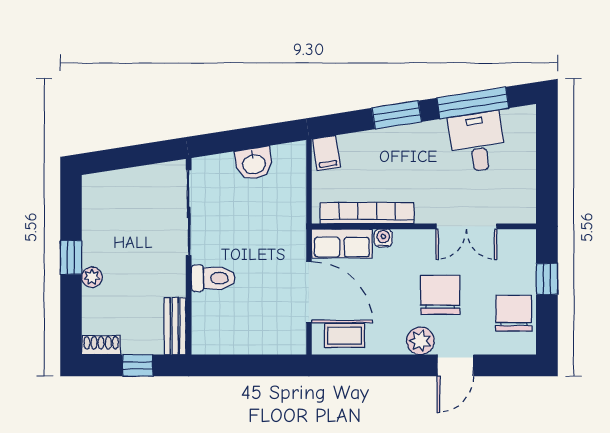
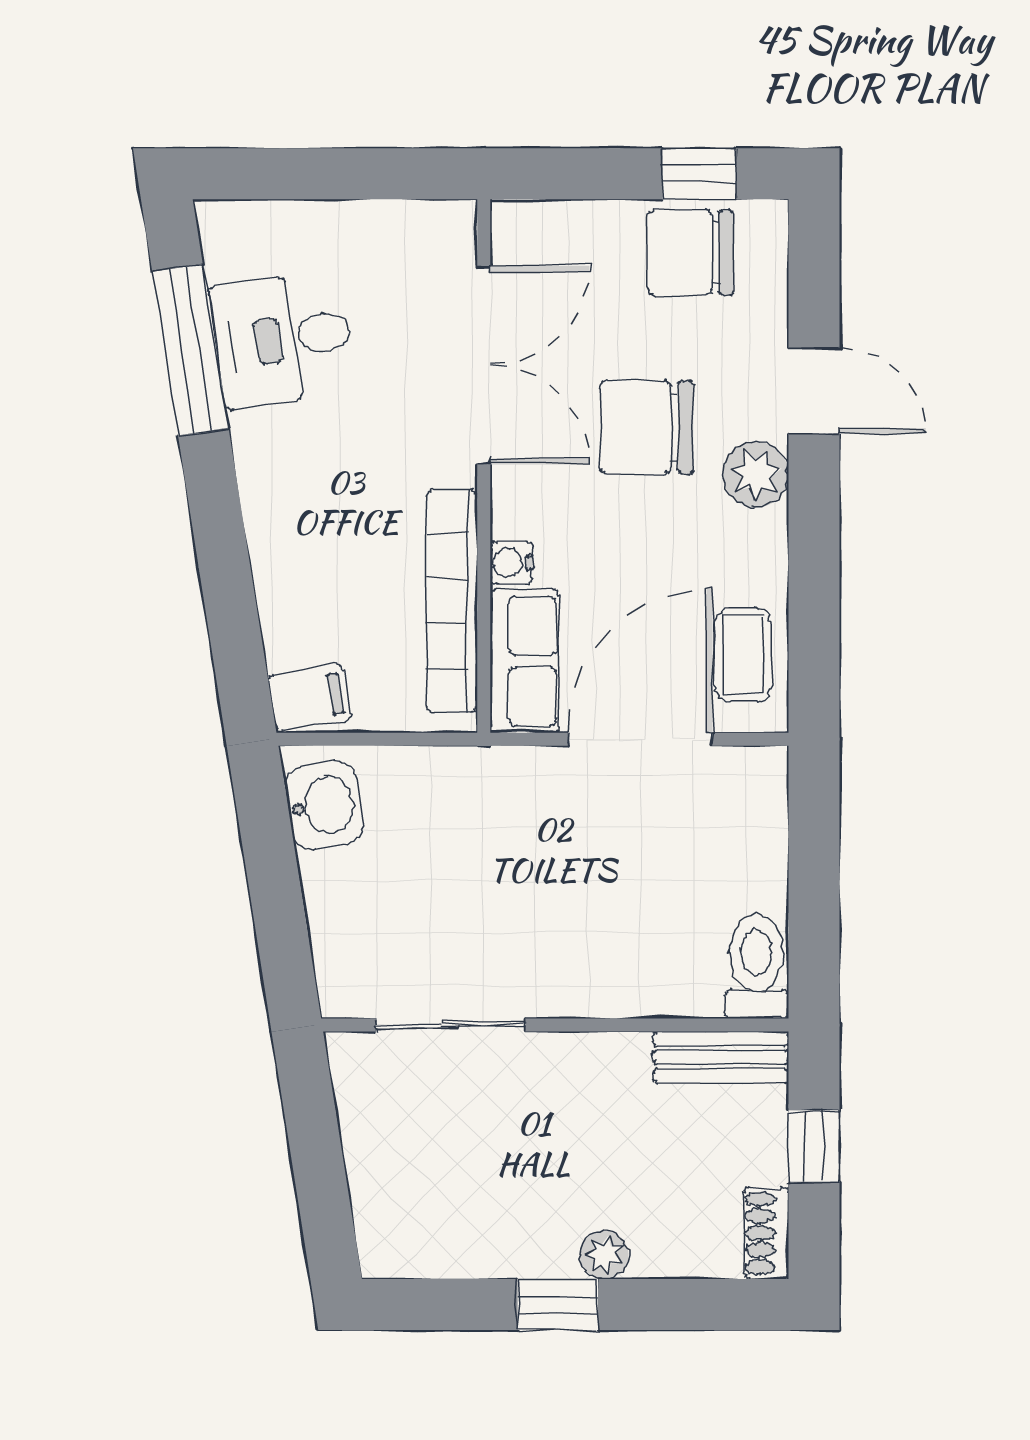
window: (397, 115) -> (219, 531), removed
washbasin: (254, 163) -> (324, 805), moved
sliding door: (189, 212) -> (451, 1025), width x0.73
double door: (466, 226) -> (484, 365), width x1.37
toilet: (213, 278) -> (756, 967), moved
window: (547, 279) -> (699, 174), moved

